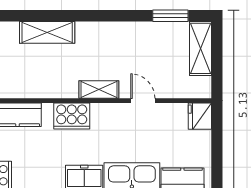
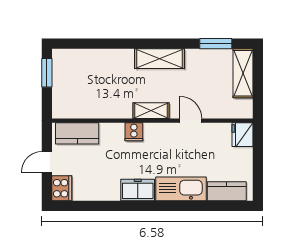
shelving: (47, 32) -> (160, 59), moved
cooker: (72, 116) -> (134, 132), width x0.53, depth x0.76

